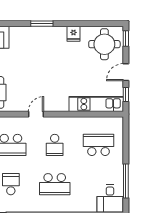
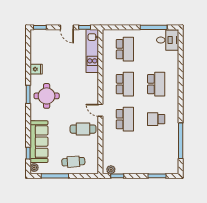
round table: (104, 44) -> (47, 96), moved
door: (36, 114) -> (100, 110), moved
school desk: (55, 145) -> (125, 84), width x1.85
school desk: (99, 145) -> (125, 49), turned 180

